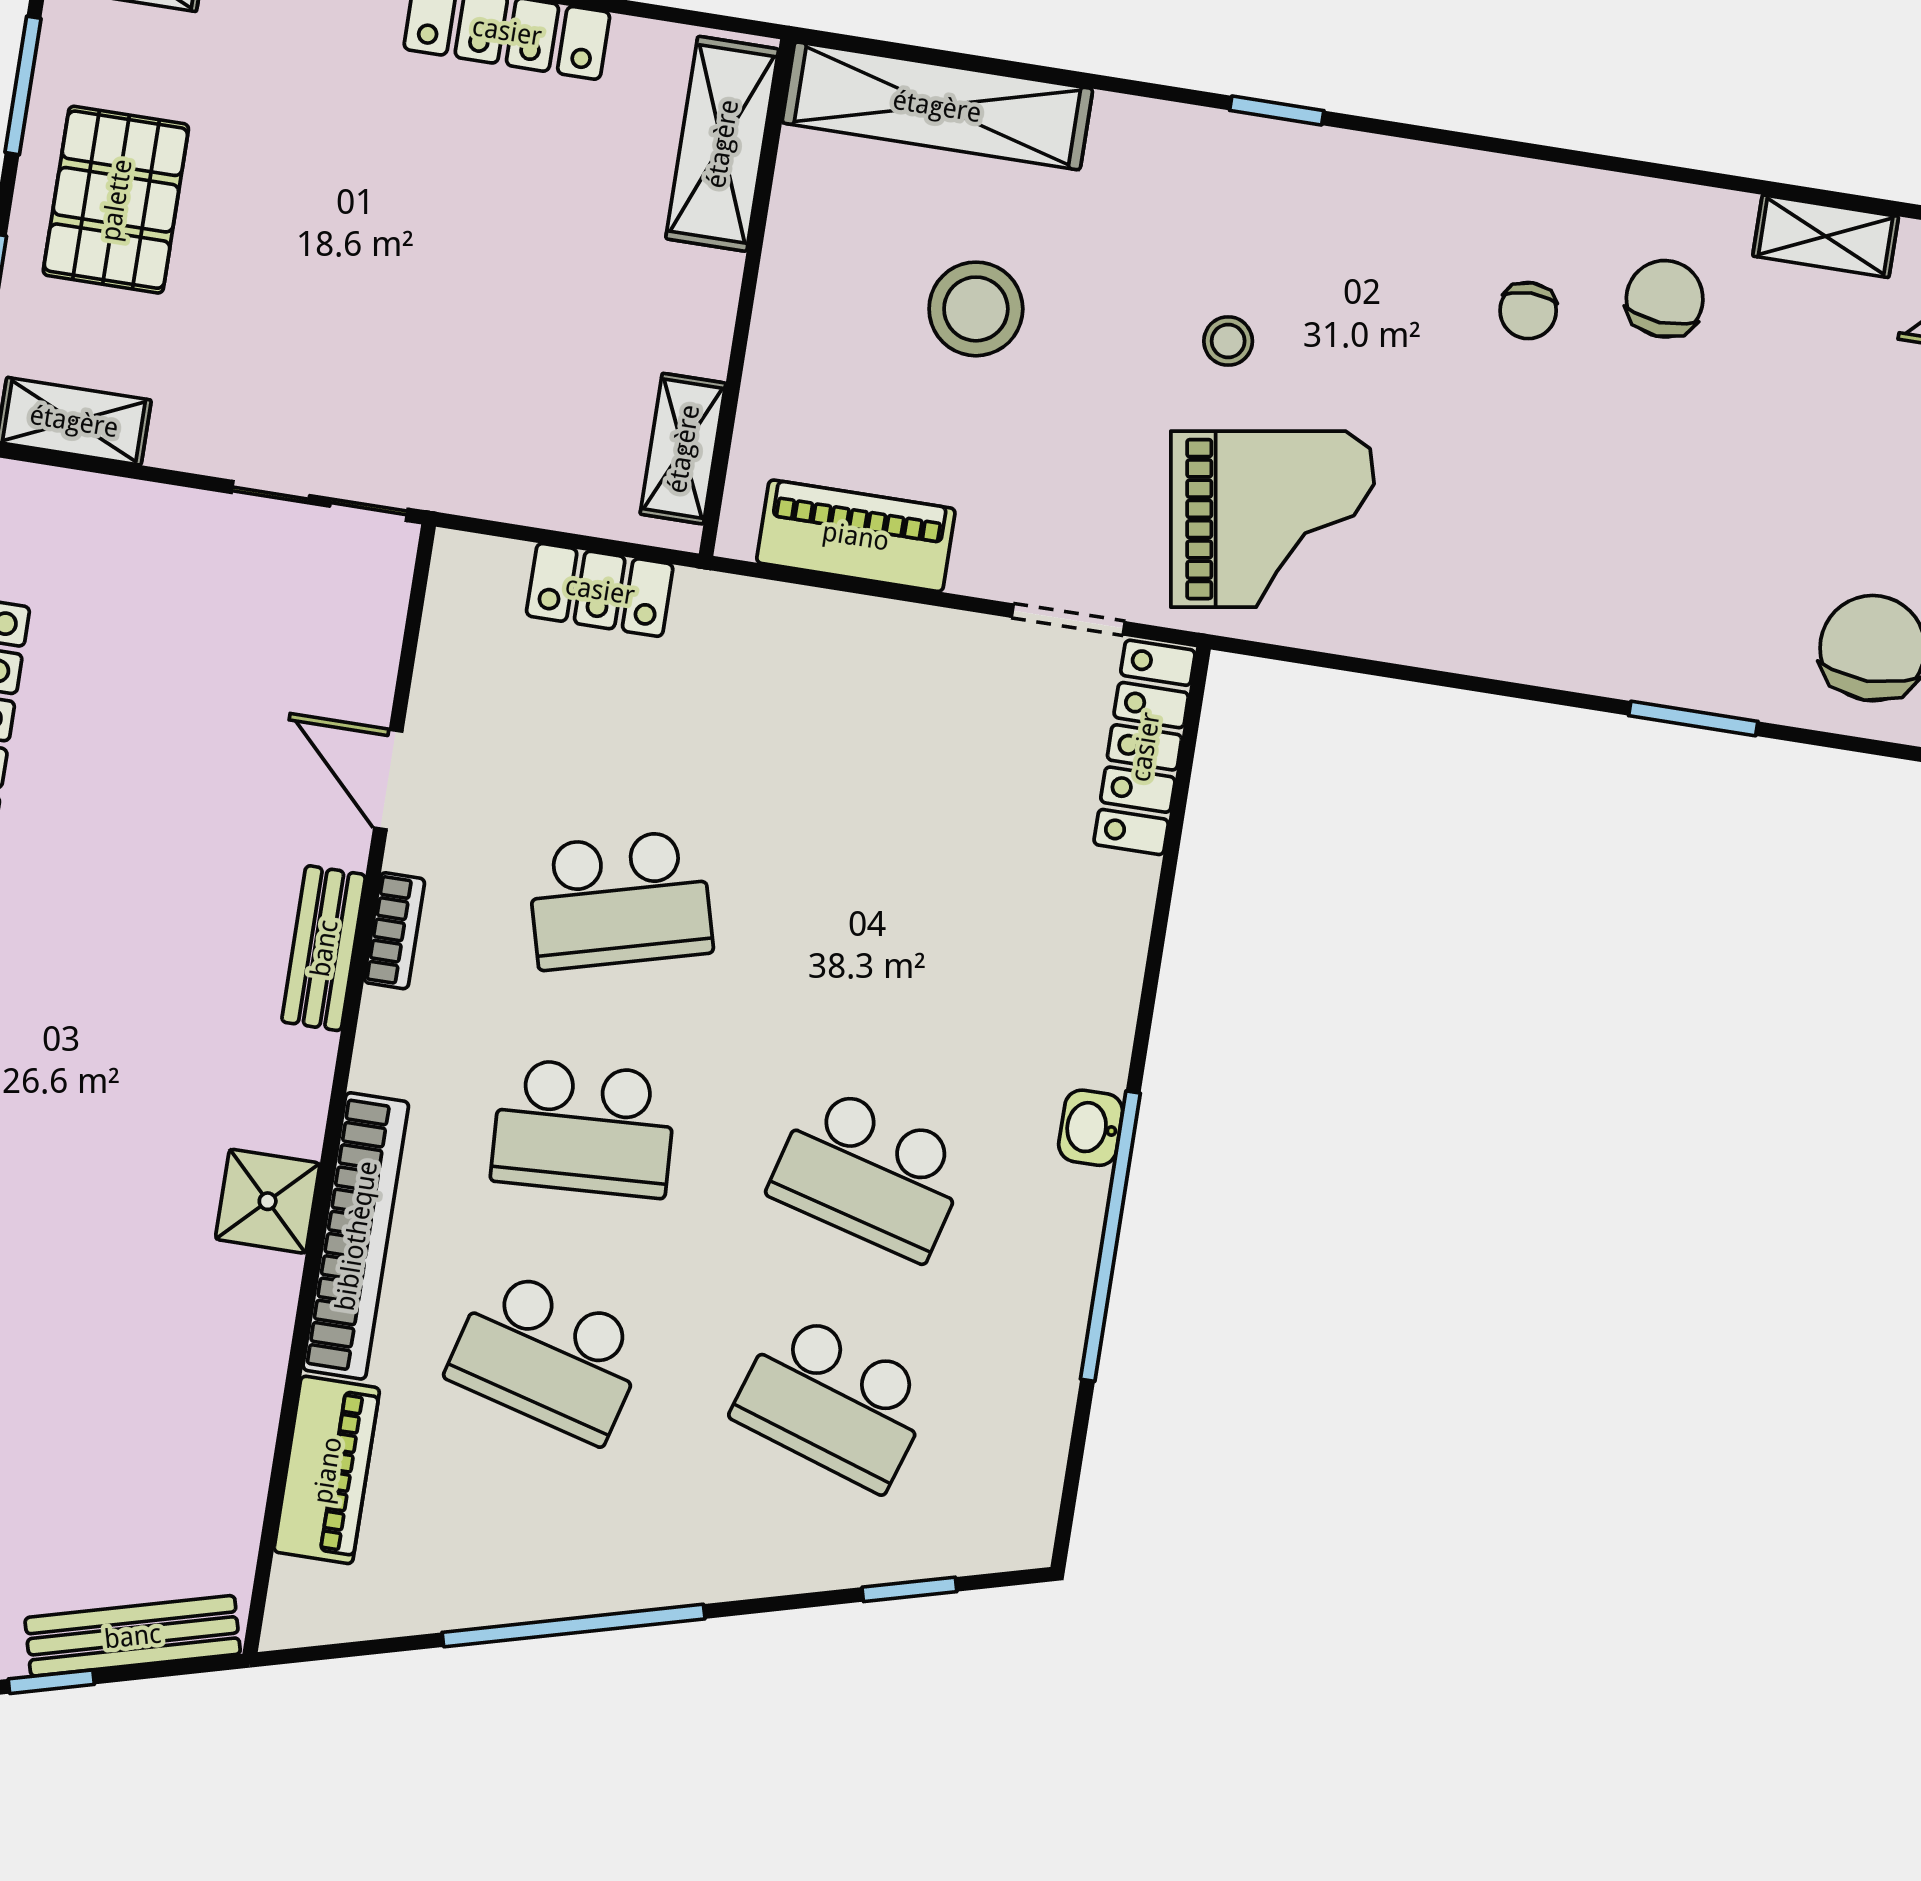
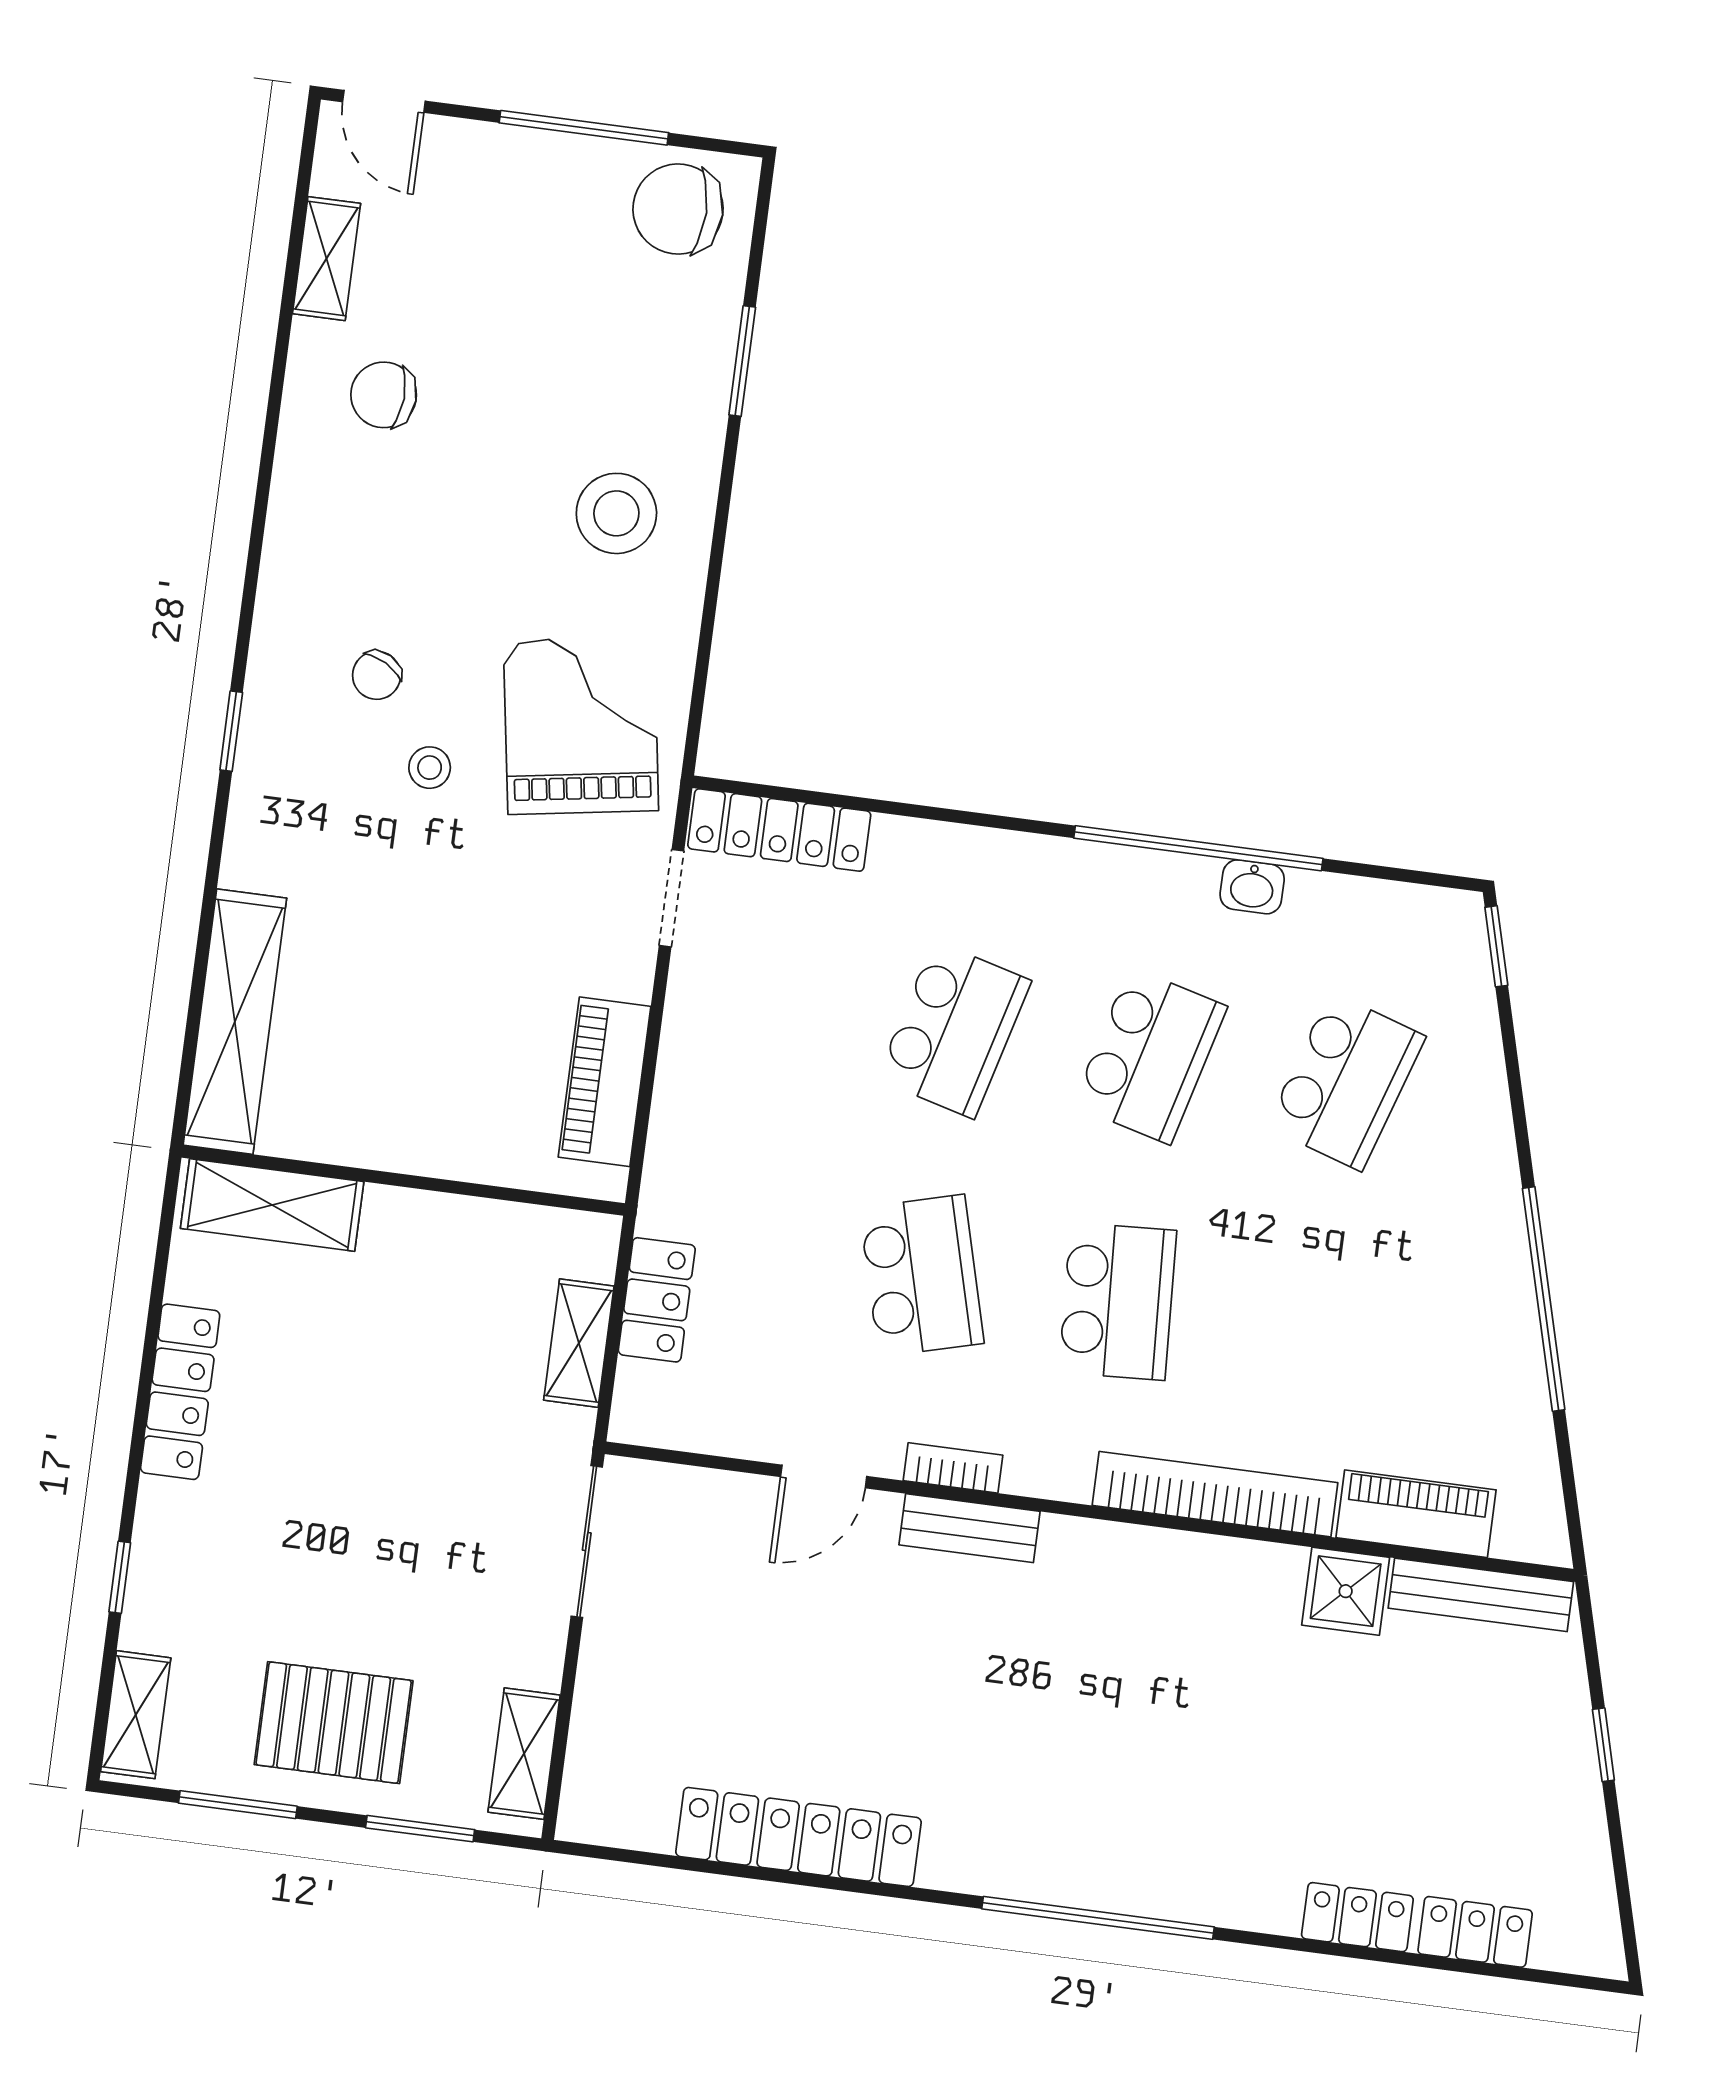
stool: (976, 309) -> (616, 513), moved
chair: (1528, 311) -> (377, 675), moved, turned 119
shelving: (683, 449) -> (579, 1343), moved, turned 90
washbasin: (1091, 1128) -> (1252, 887), moved
shower: (268, 1201) -> (1346, 1591), moved
school desk: (548, 1356) -> (954, 1030), moved
window: (909, 1589) -> (1496, 946), moved
bench: (133, 1636) -> (1481, 1595), moved, turned -75

